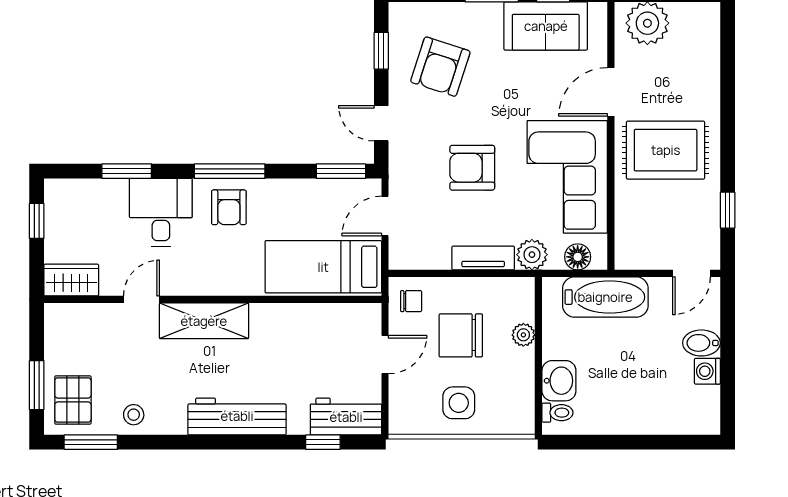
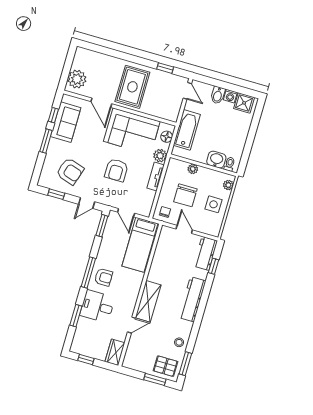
door: (141, 299) -> (132, 325), swing flipped
shower: (701, 406) -> (244, 103), added
plant: (511, 423) -> (228, 185), added

